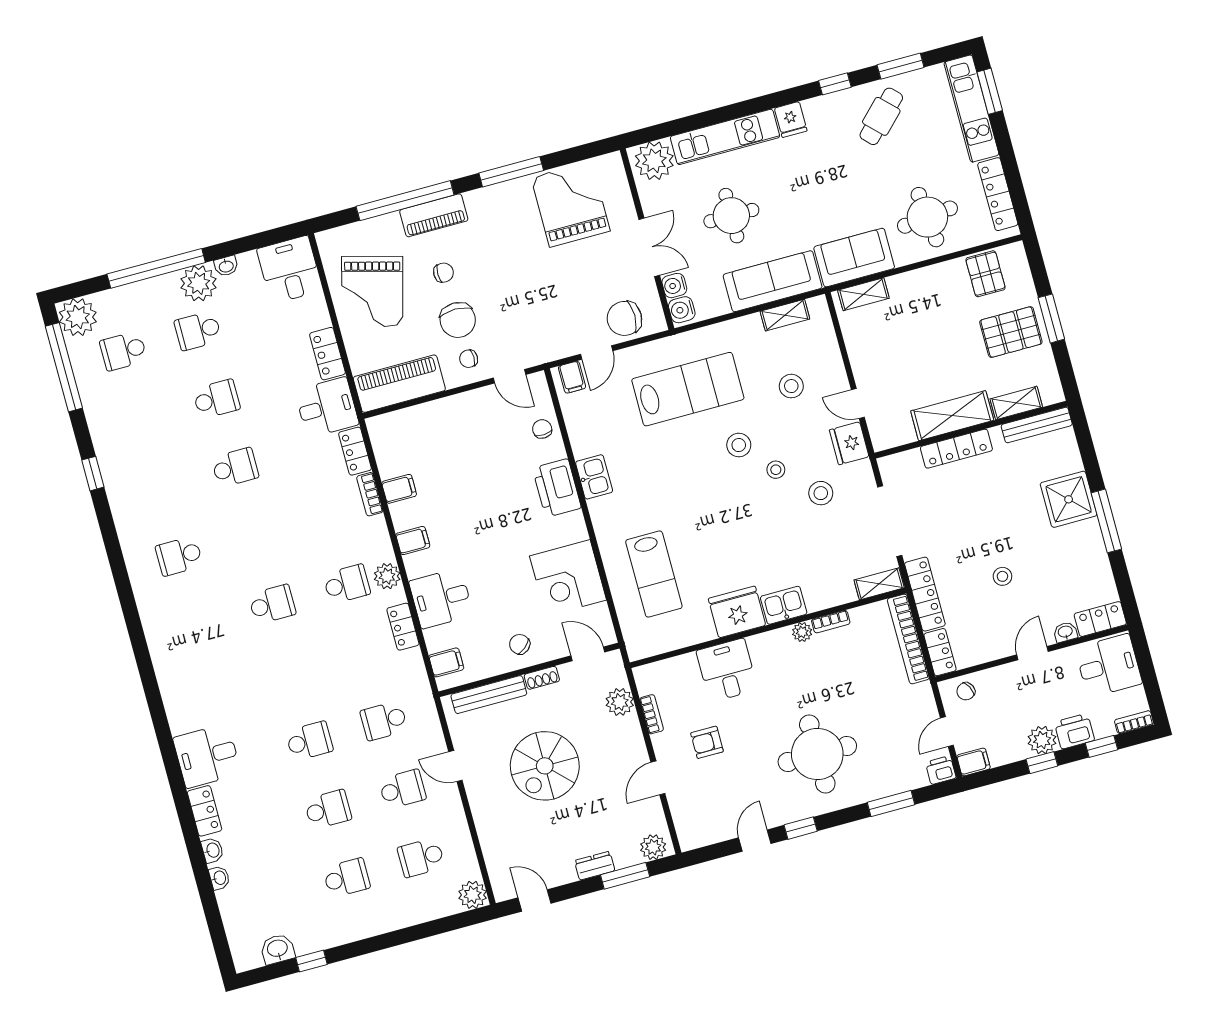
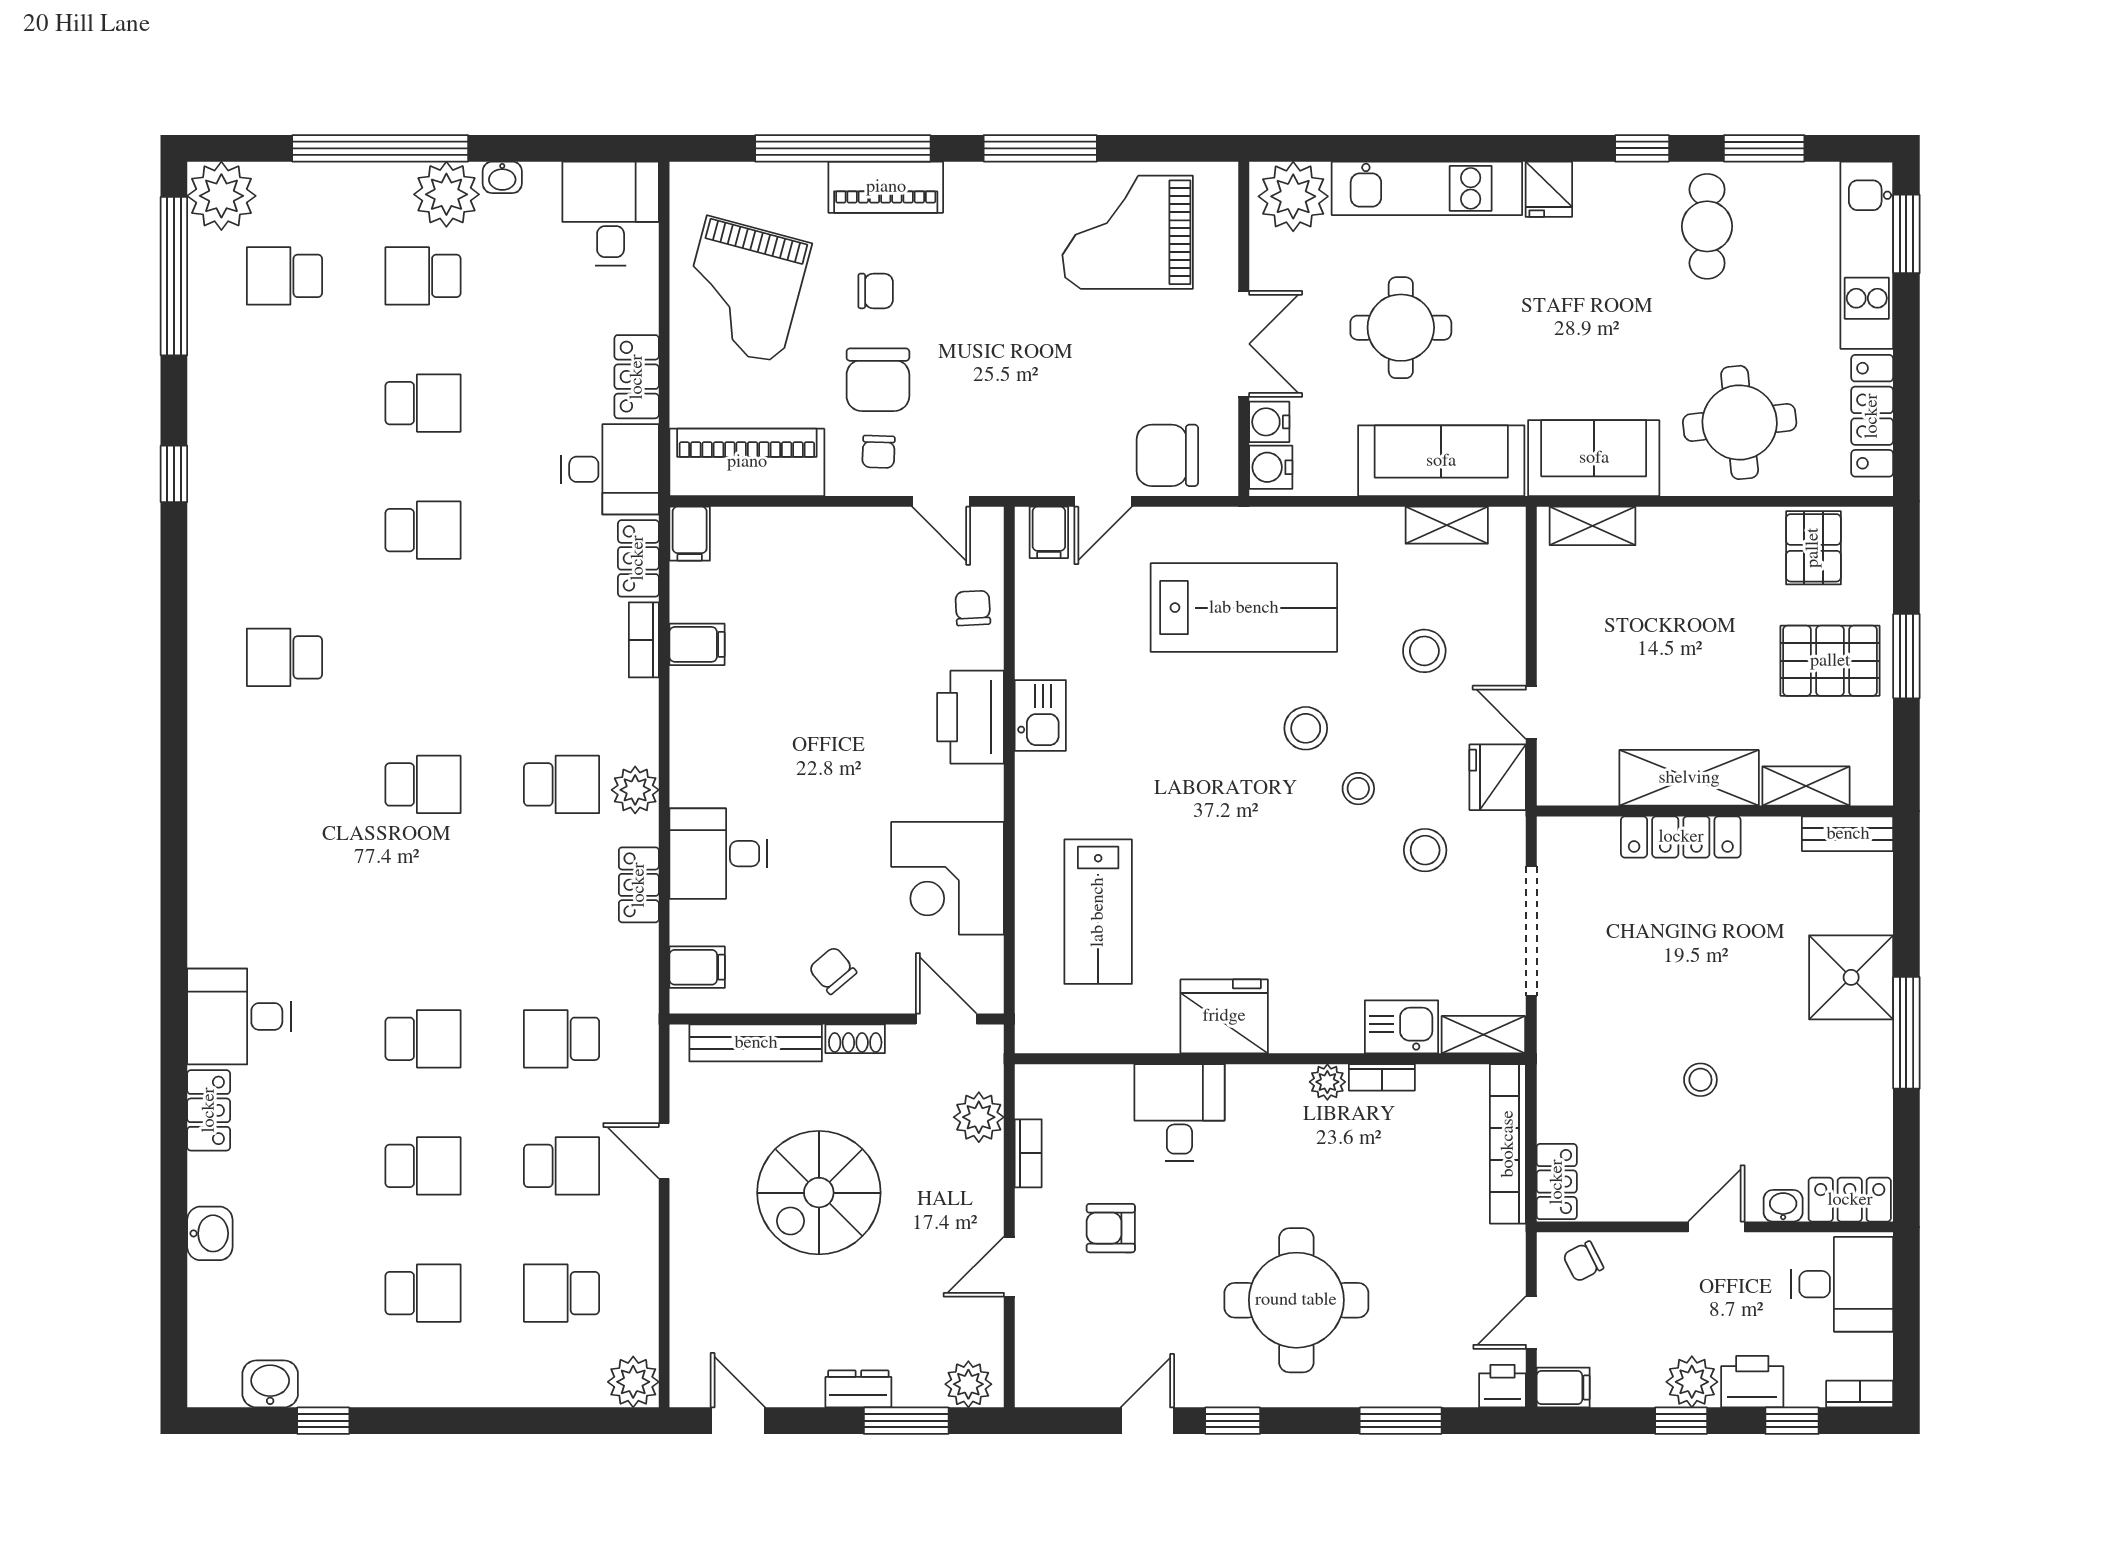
cafe table: (881, 116) -> (1707, 226), turned -45
grand piano: (571, 204) -> (1128, 232), turned -90
chair: (469, 359) -> (879, 452), turned -88
bench: (1037, 425) -> (1848, 834), width x0.73
filing cabinet: (413, 541) -> (690, 534), moved, turned 90
locker: (925, 594) -> (1558, 1074), removed
kitchen sink: (784, 605) -> (1401, 1027), moved
washbasin: (212, 850) -> (204, 1182), removed
washbasin: (219, 878) -> (210, 1233), width x1.38, depth x1.45

